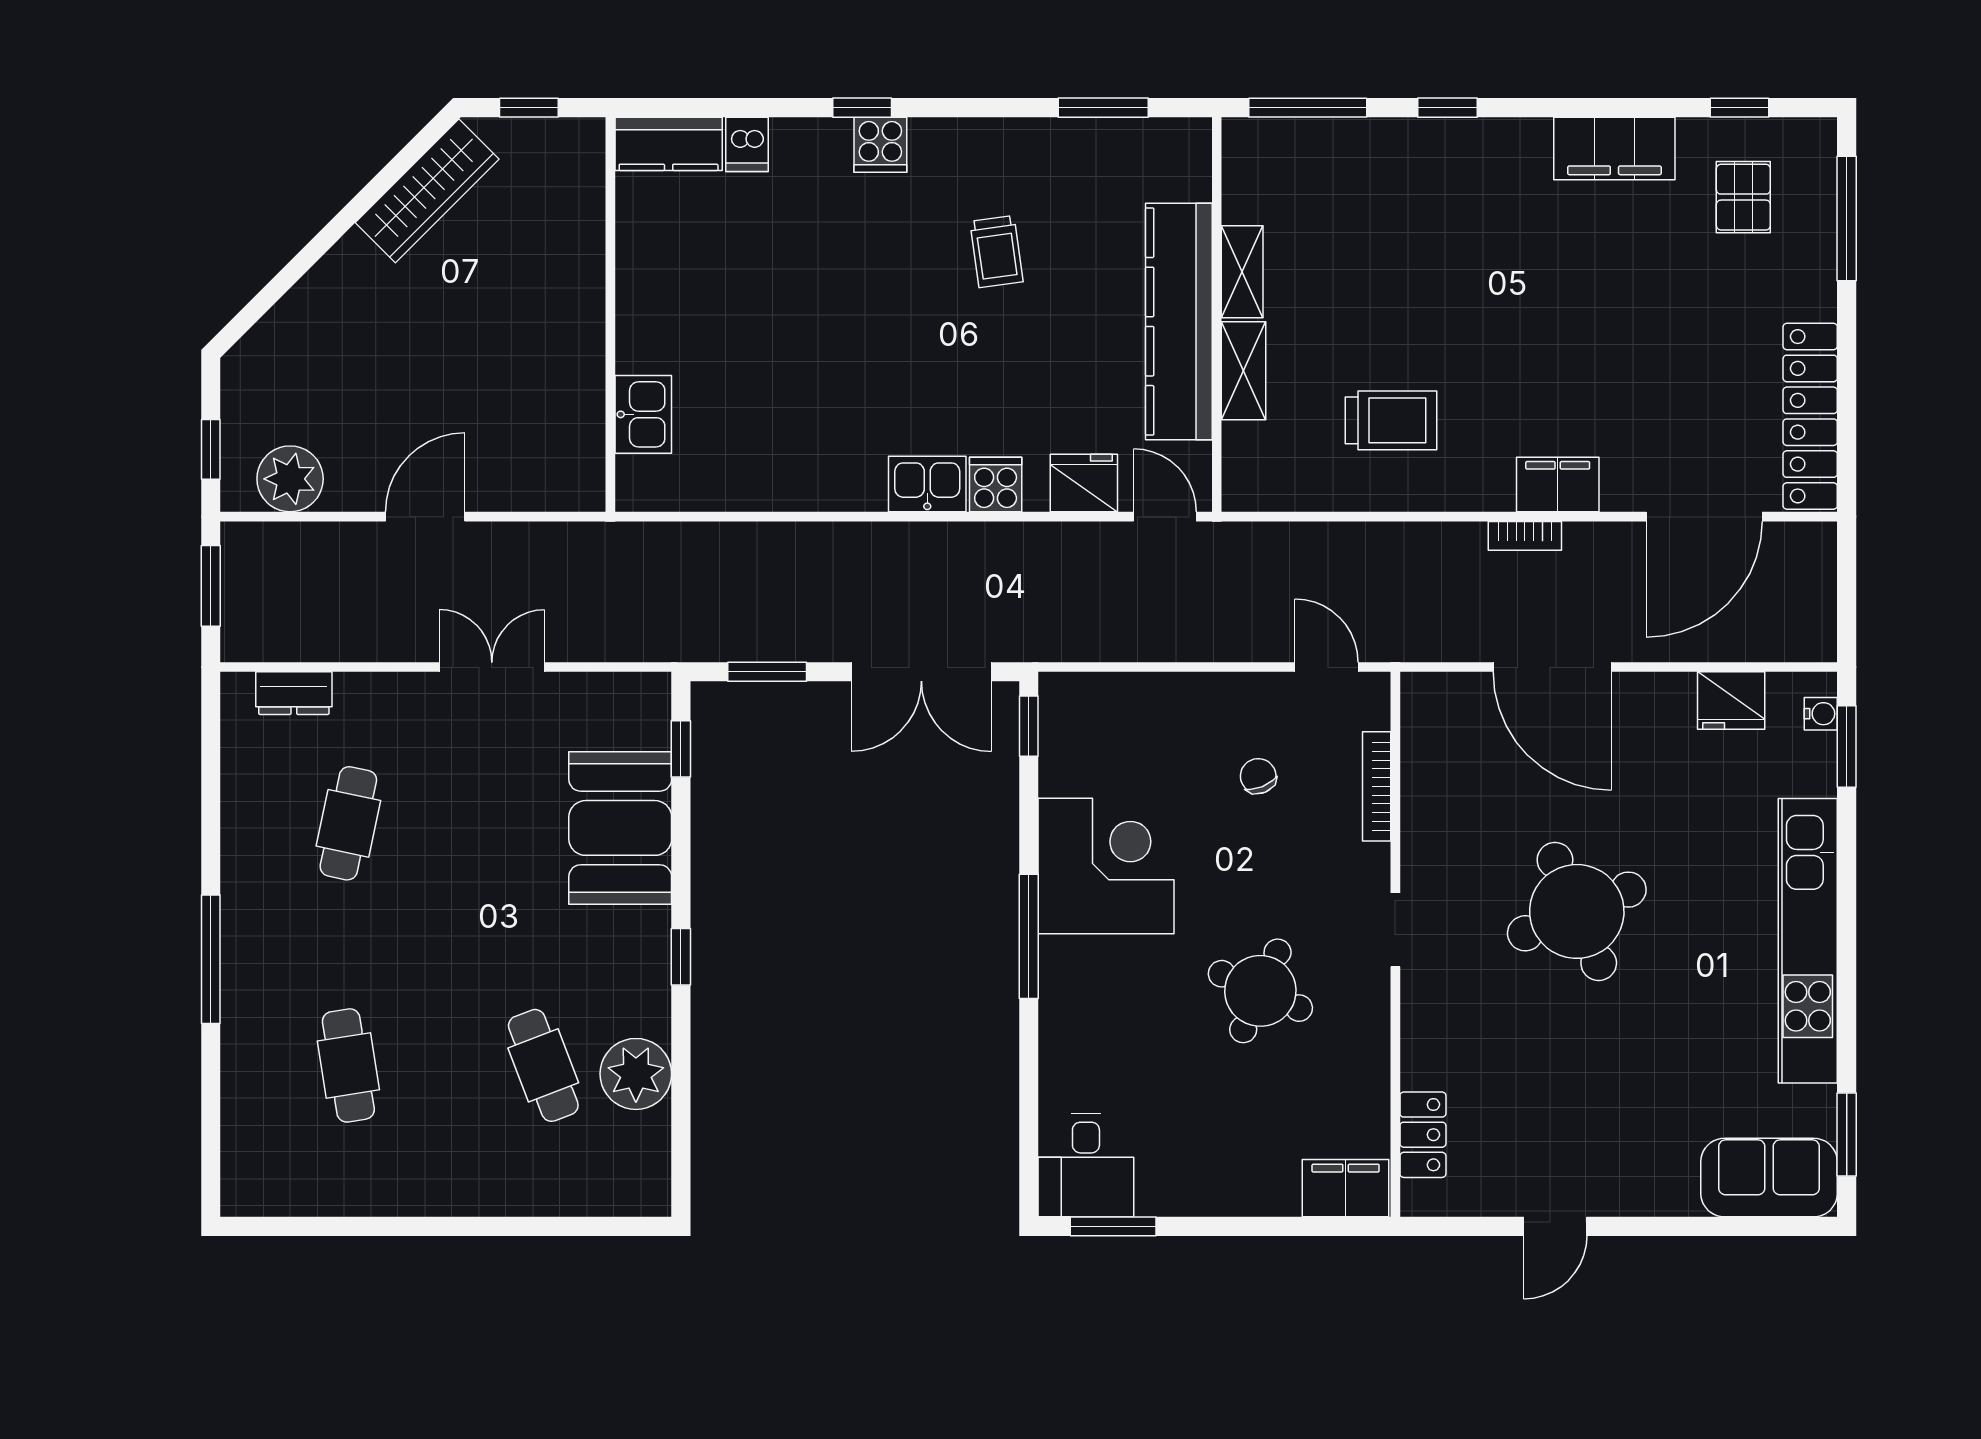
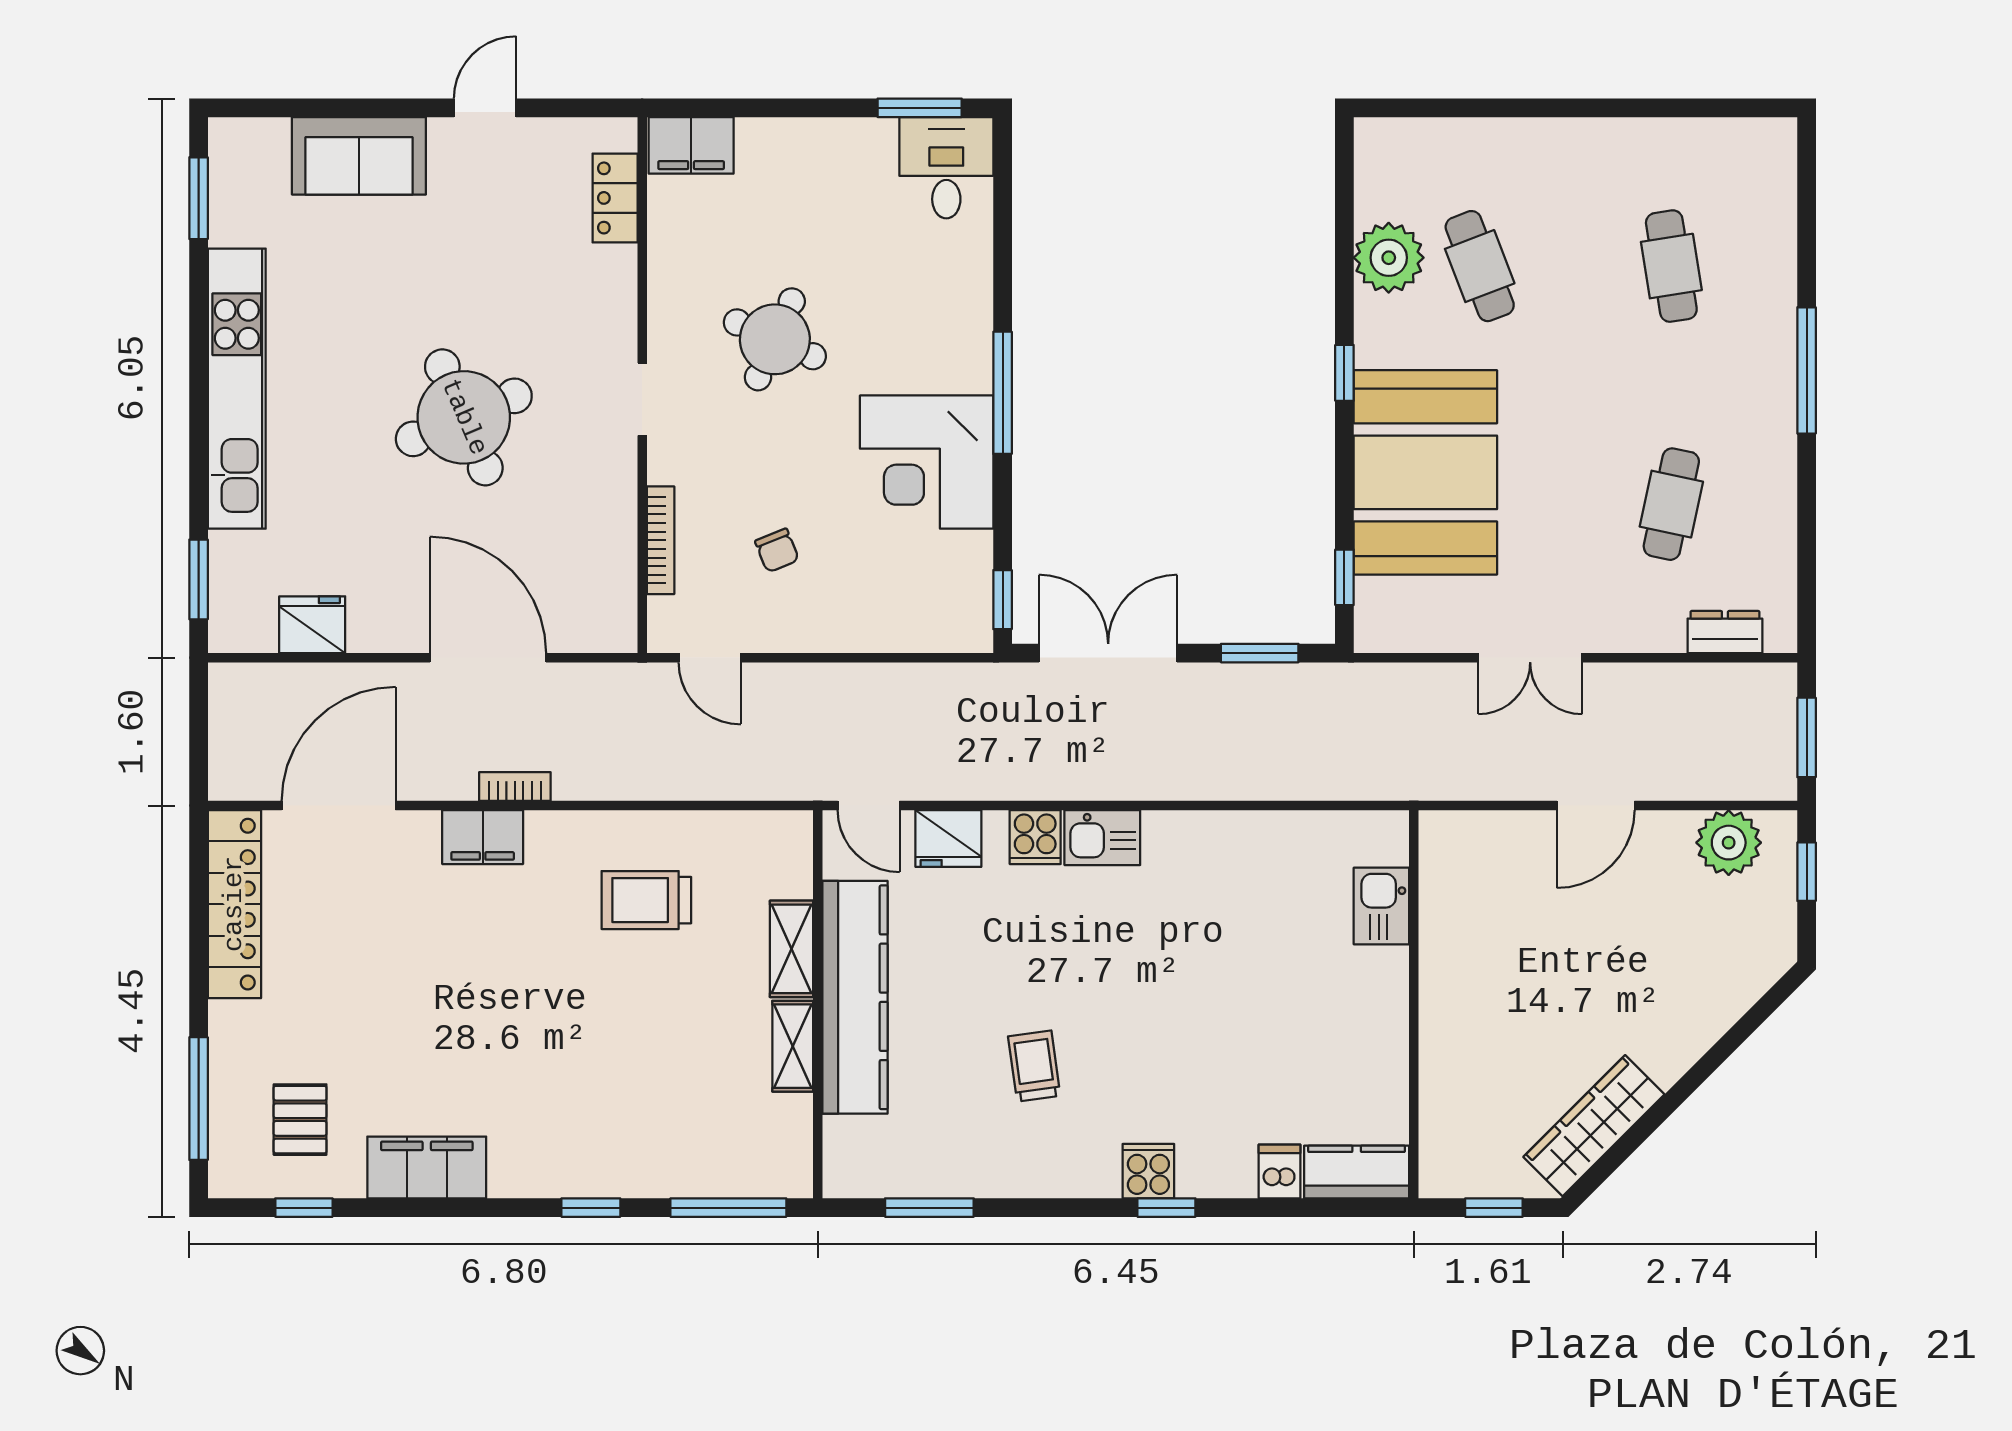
water cooler: (1821, 714) -> (224, 612), removed
booth: (620, 828) -> (1425, 472), width x1.36, depth x1.42
sofa: (1769, 1178) -> (359, 156), moved

